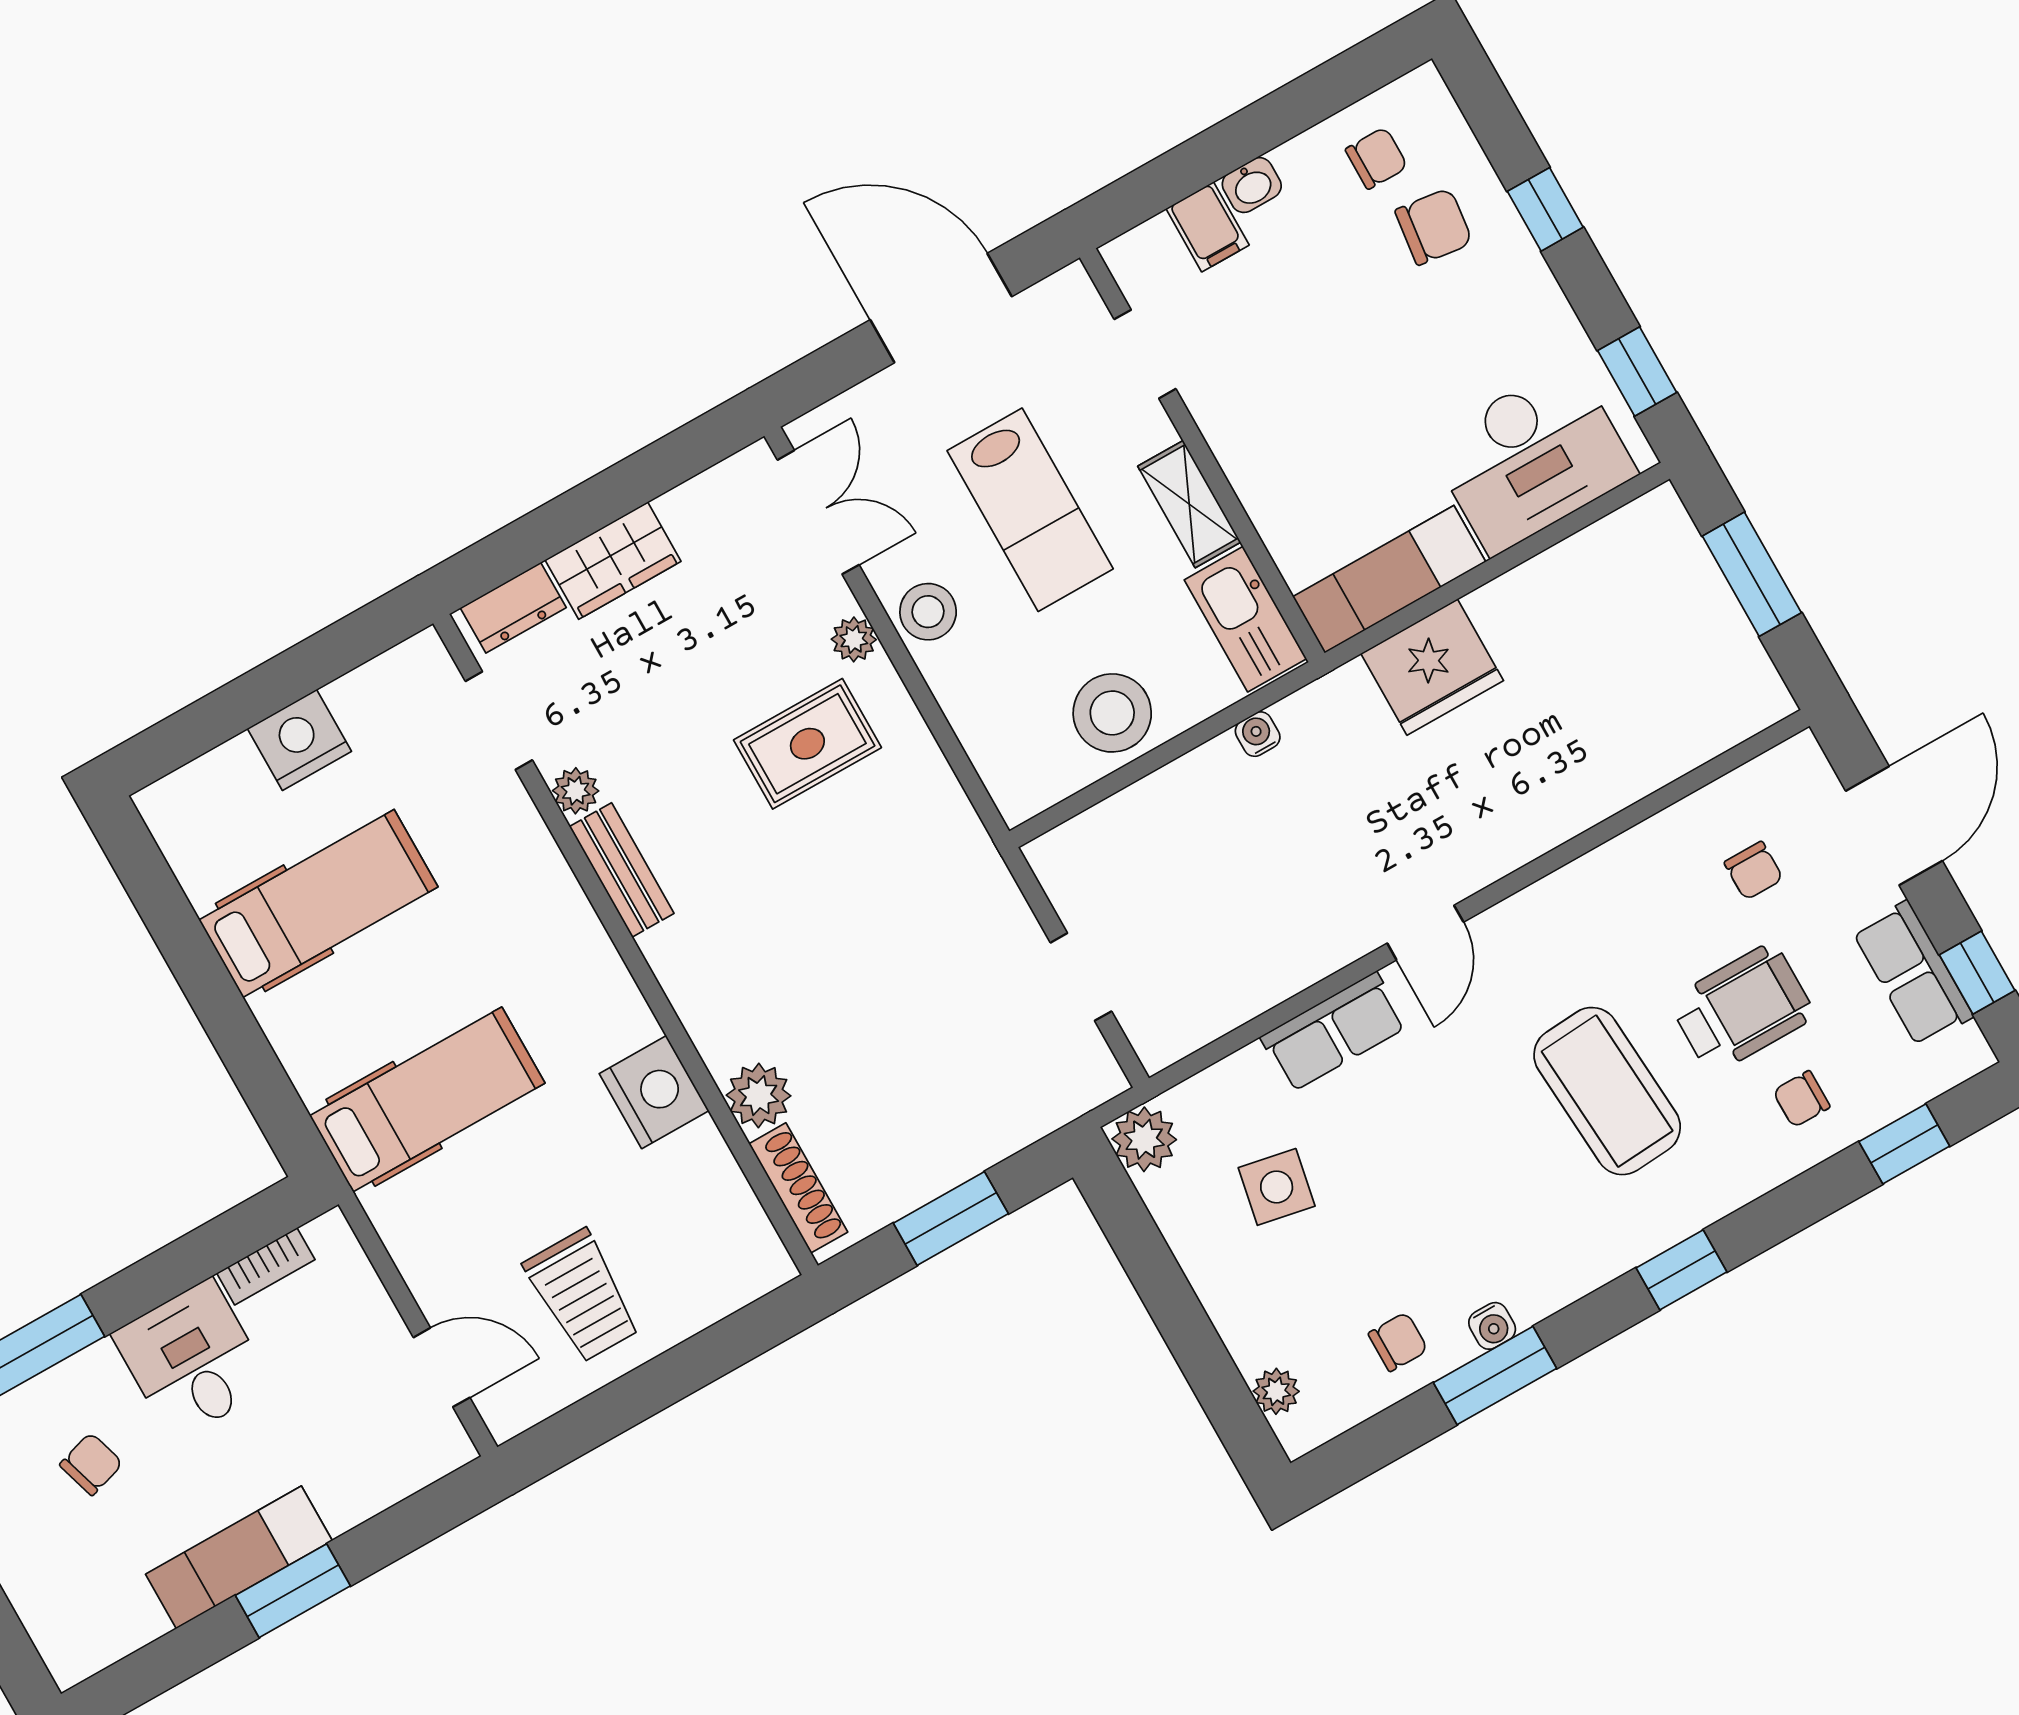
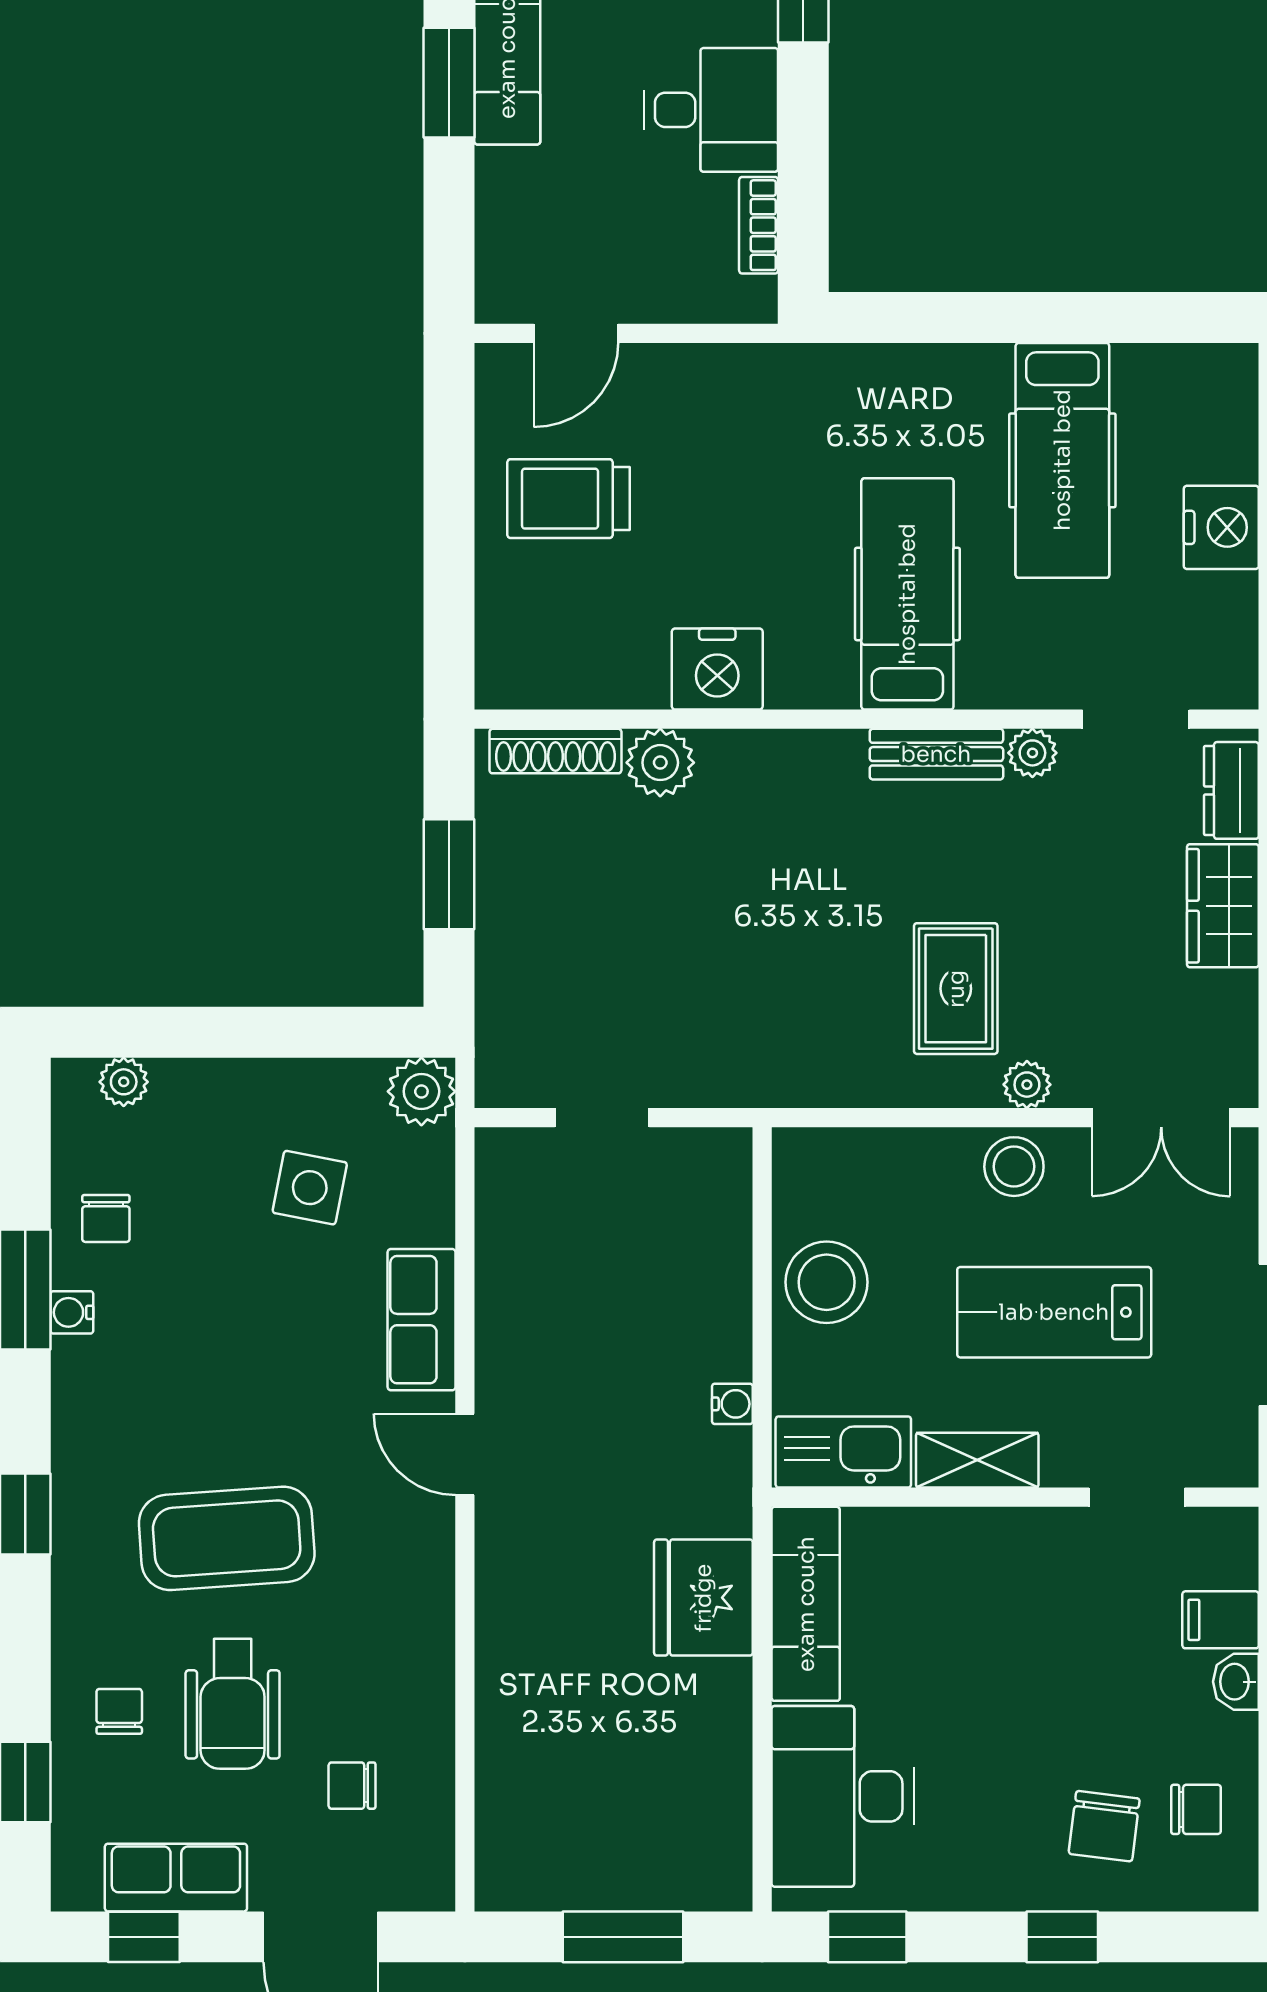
chair: (1377, 158) -> (1196, 1809), turned -90
hospital bed: (427, 1099) -> (907, 594), moved, turned 180

